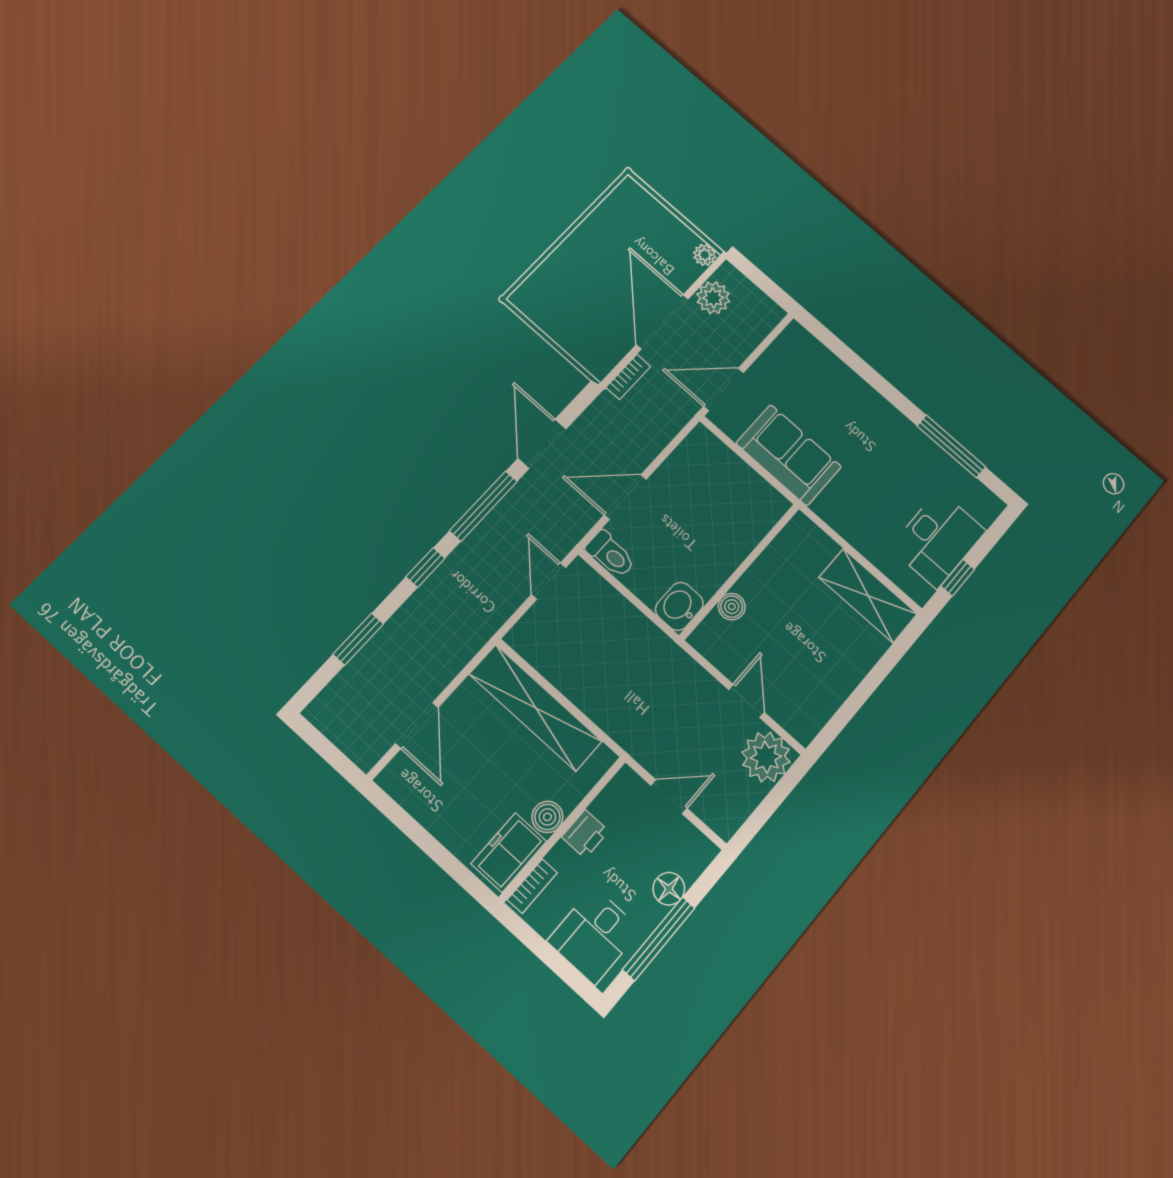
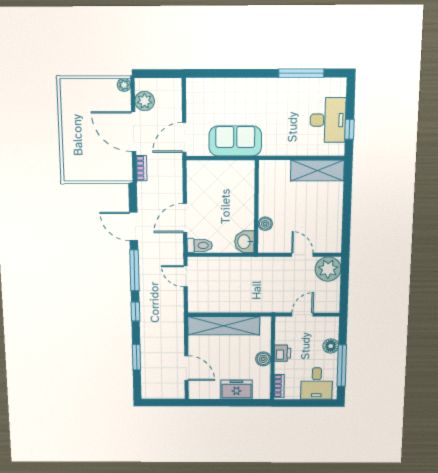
freezer: (509, 852) -> (236, 389), moved, turned 90

